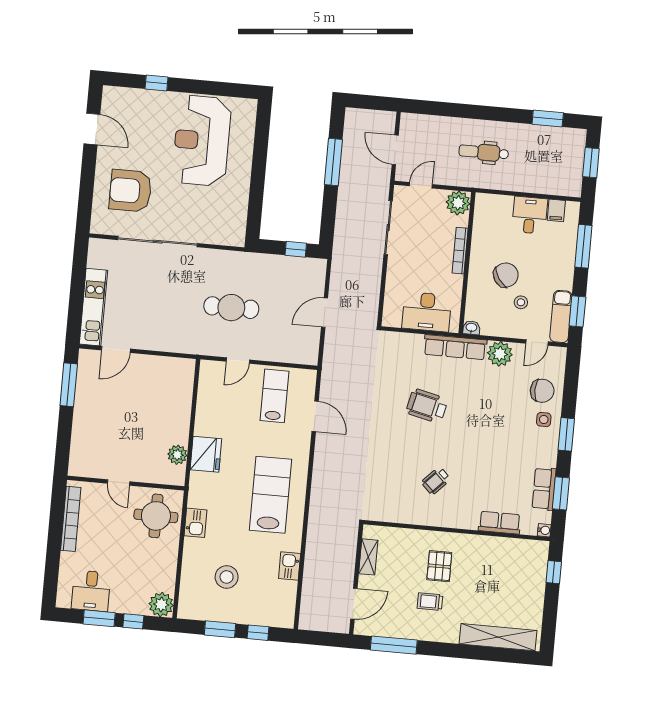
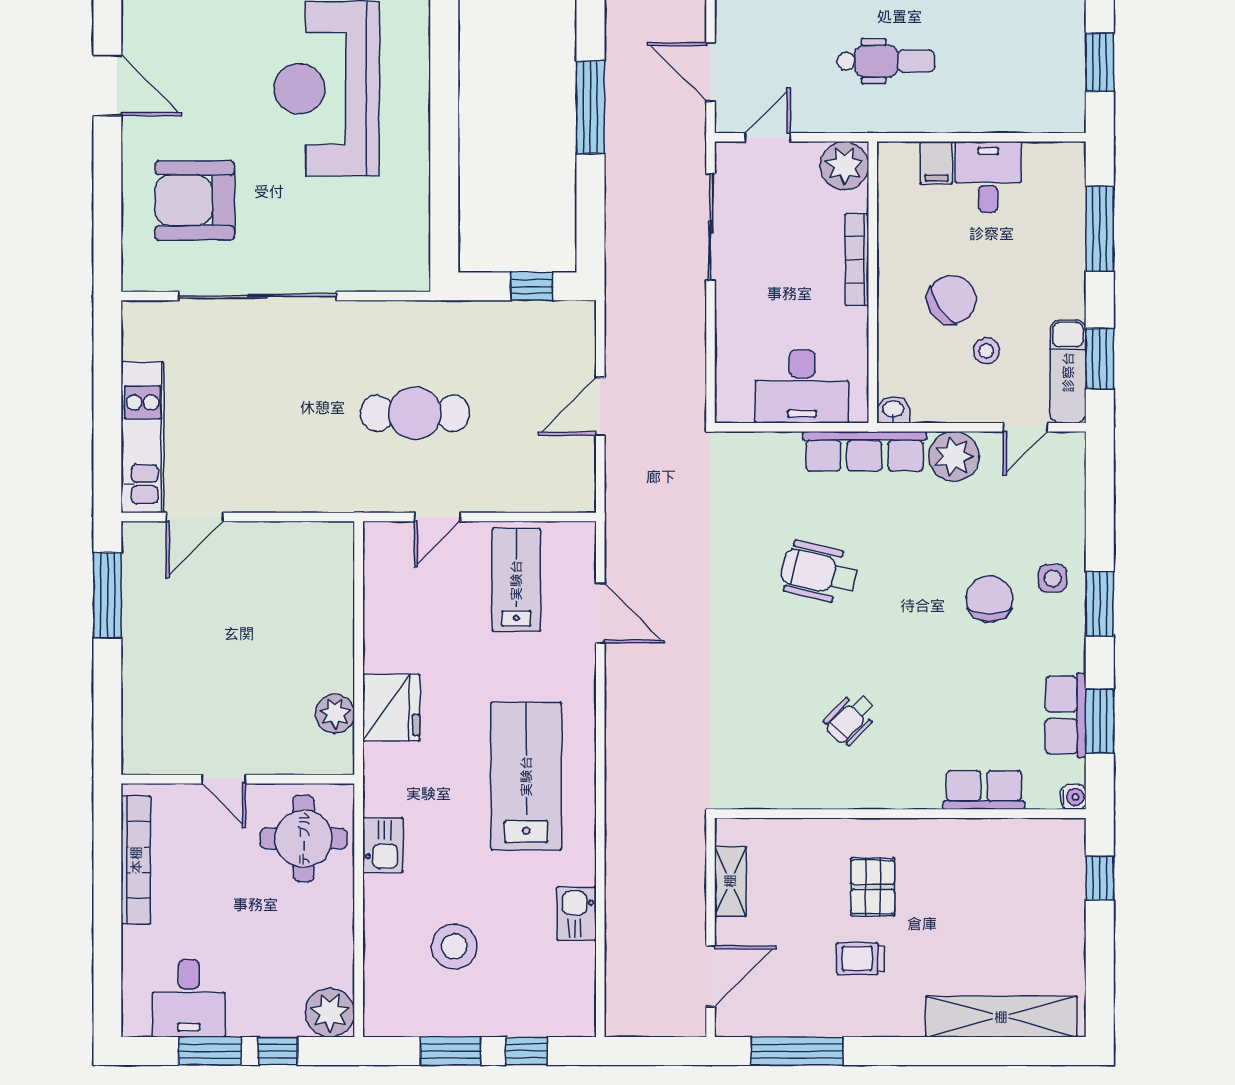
dental chair: (484, 152) -> (886, 61), turned 180
filing cabinet: (556, 210) -> (936, 163), moved
chair: (542, 391) -> (989, 599), moved, turned -90

